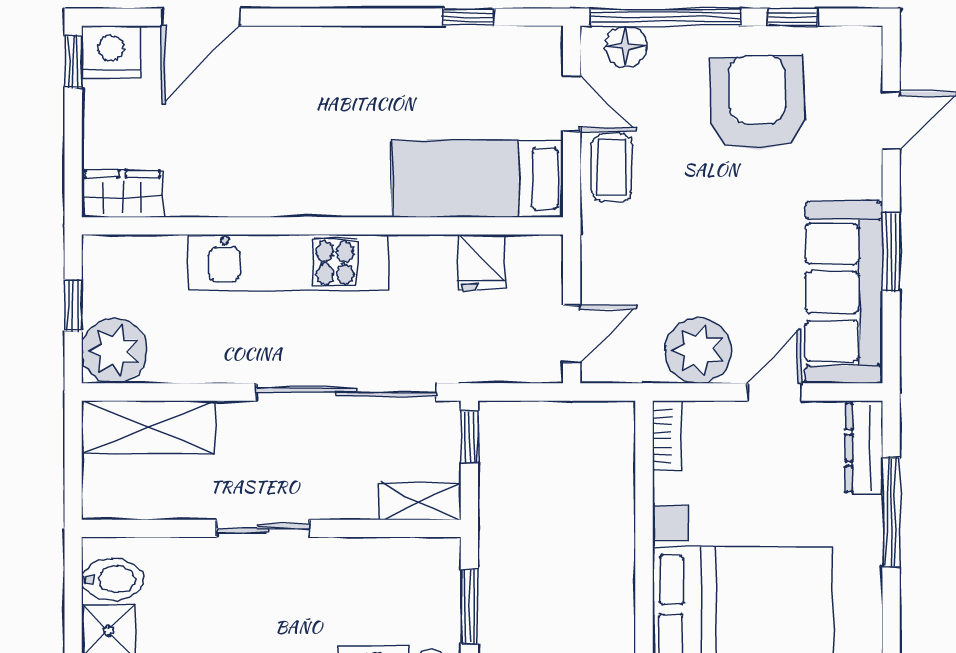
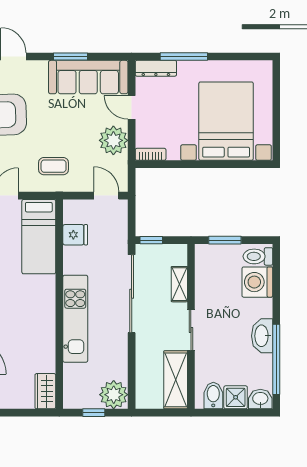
coffee table: (612, 168) -> (54, 166), moved
shelving: (148, 427) -> (176, 380), moved
shelving: (420, 502) -> (179, 284), moved

